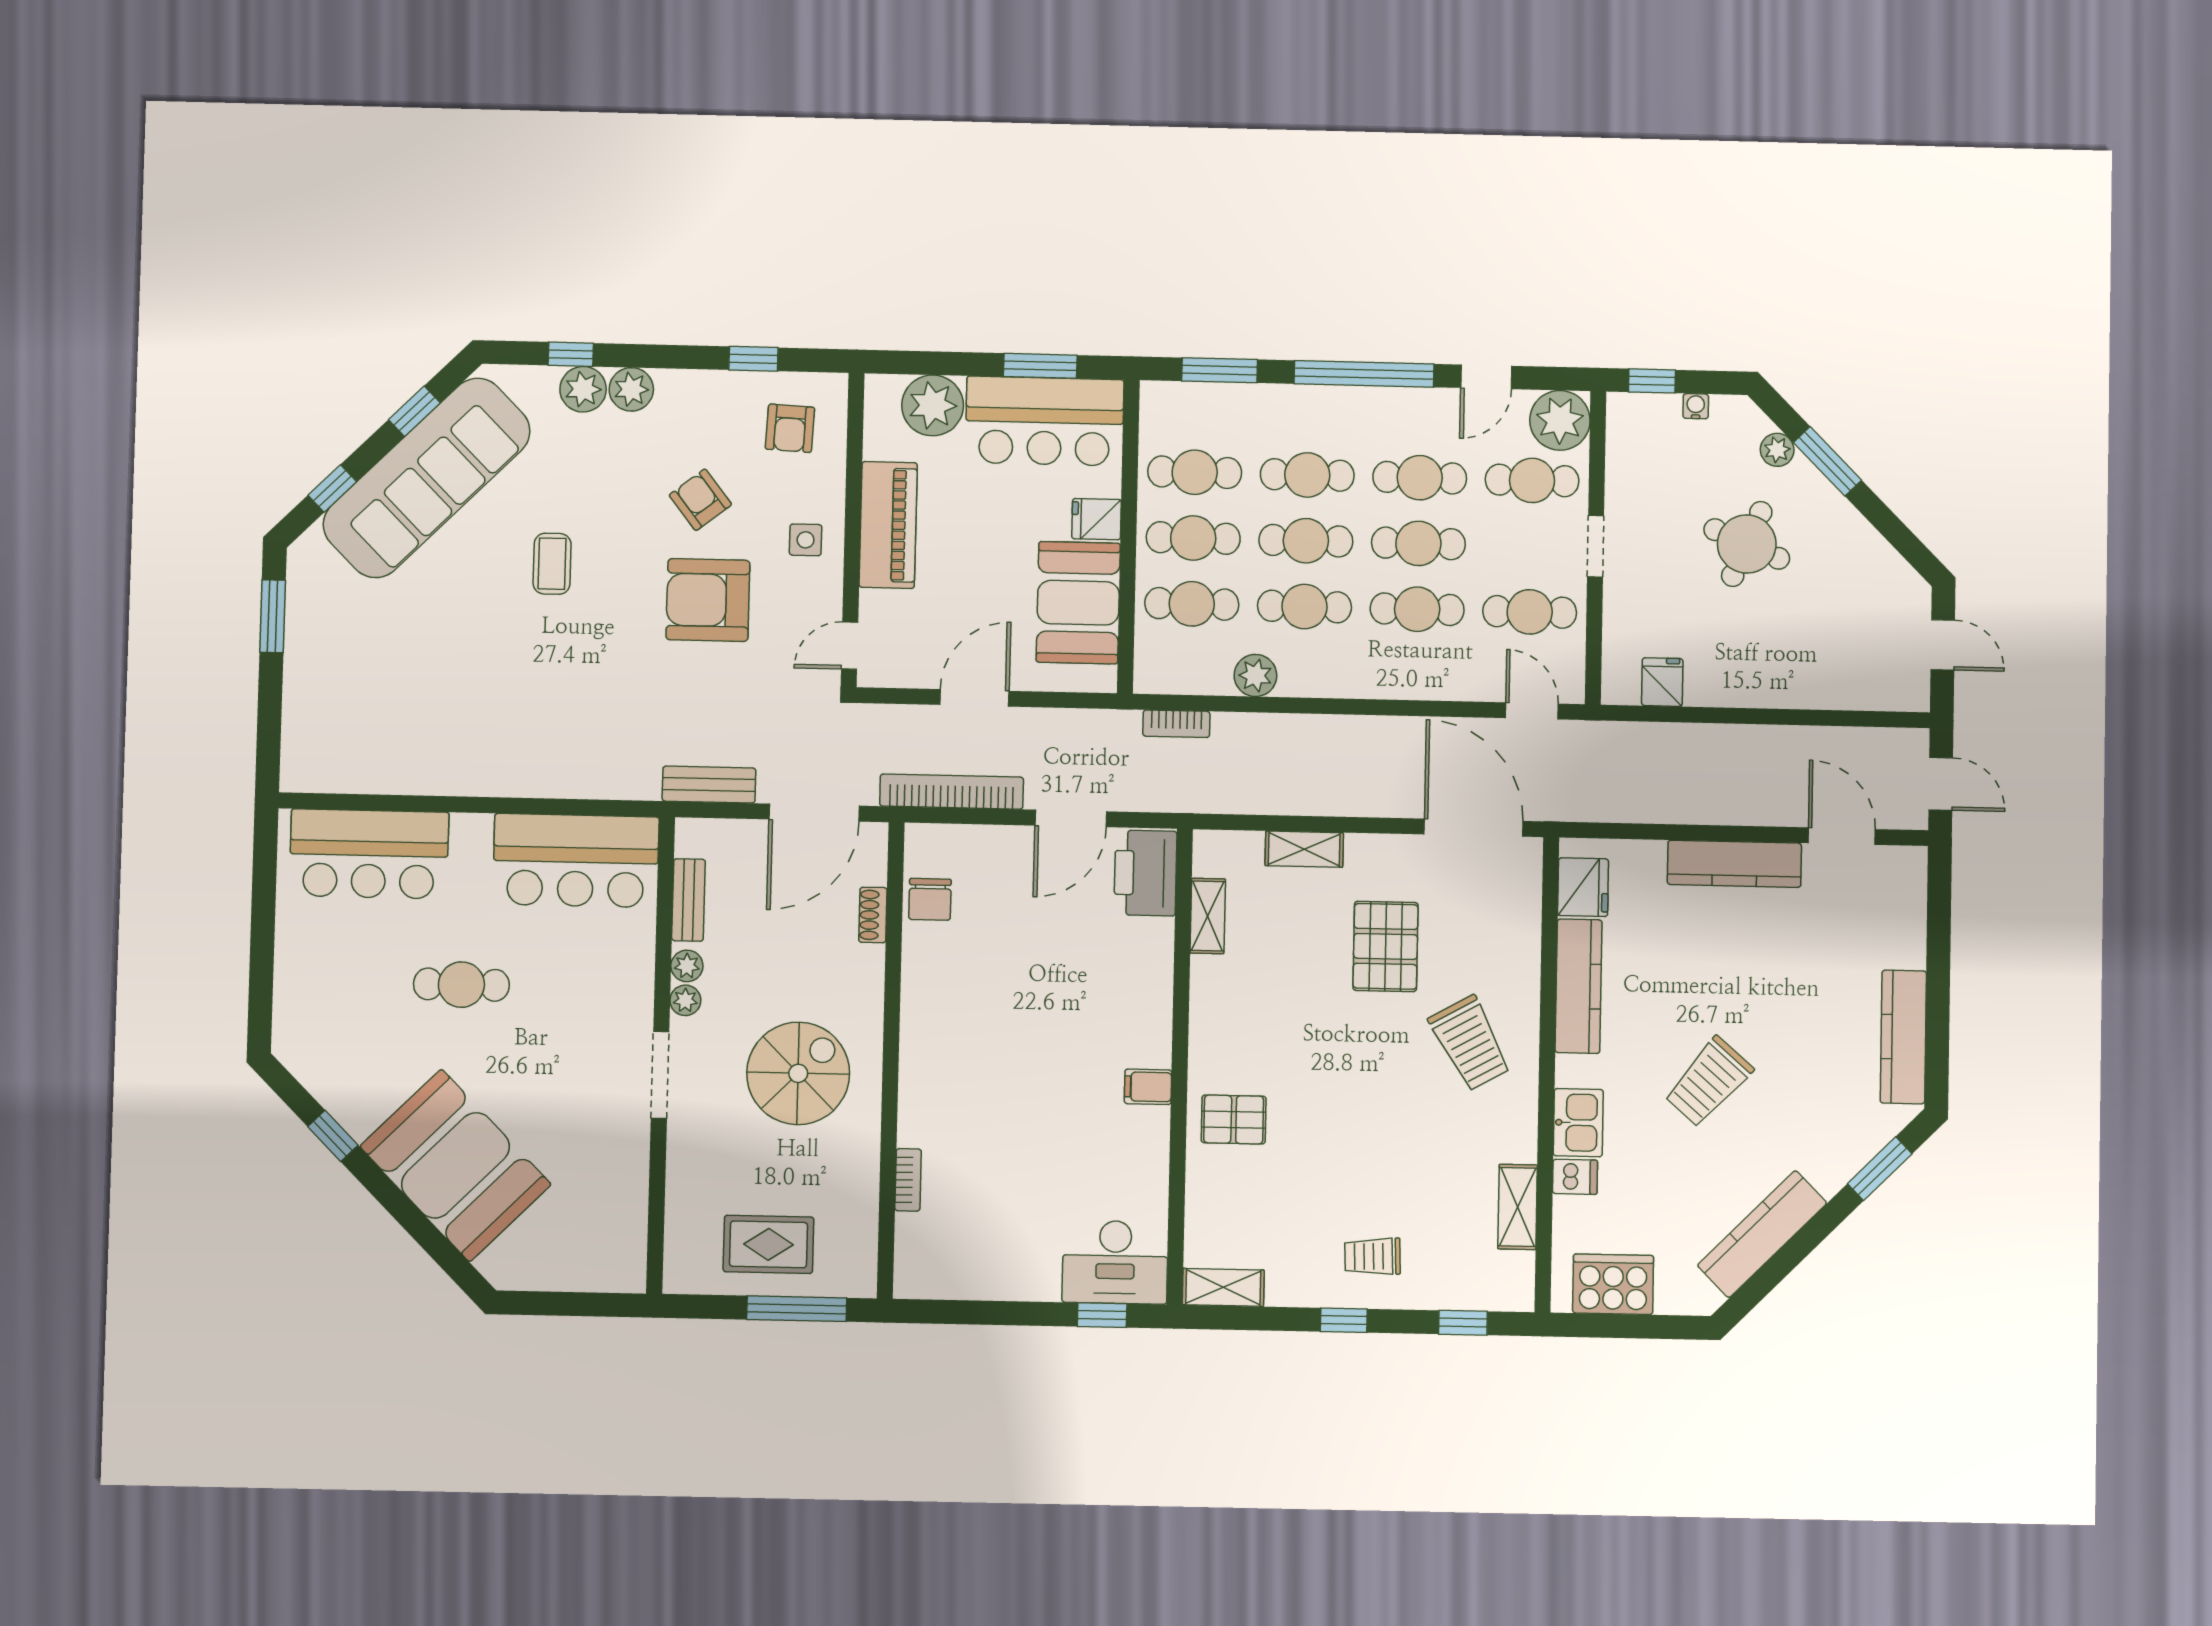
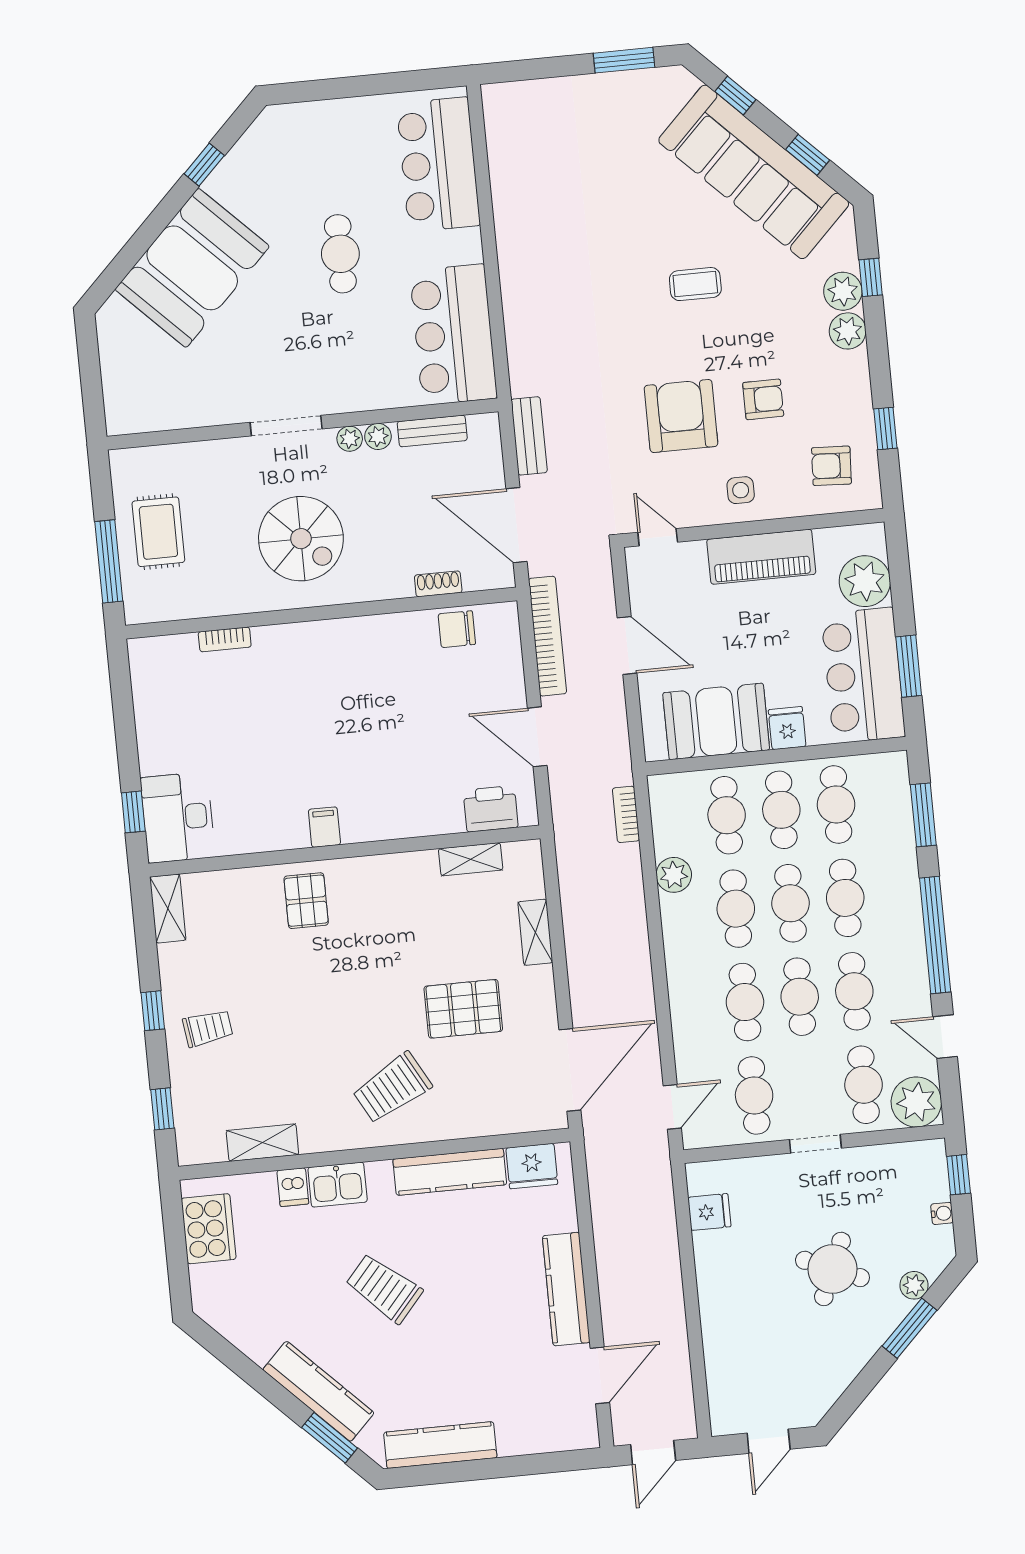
armchair: (700, 500) -> (763, 399), turned 38
printer: (1145, 873) -> (491, 809), width x0.73, depth x0.84
kitchen counter: (1762, 1234) -> (318, 1391), moved
trolley: (1373, 1256) -> (208, 1028), turned 84

